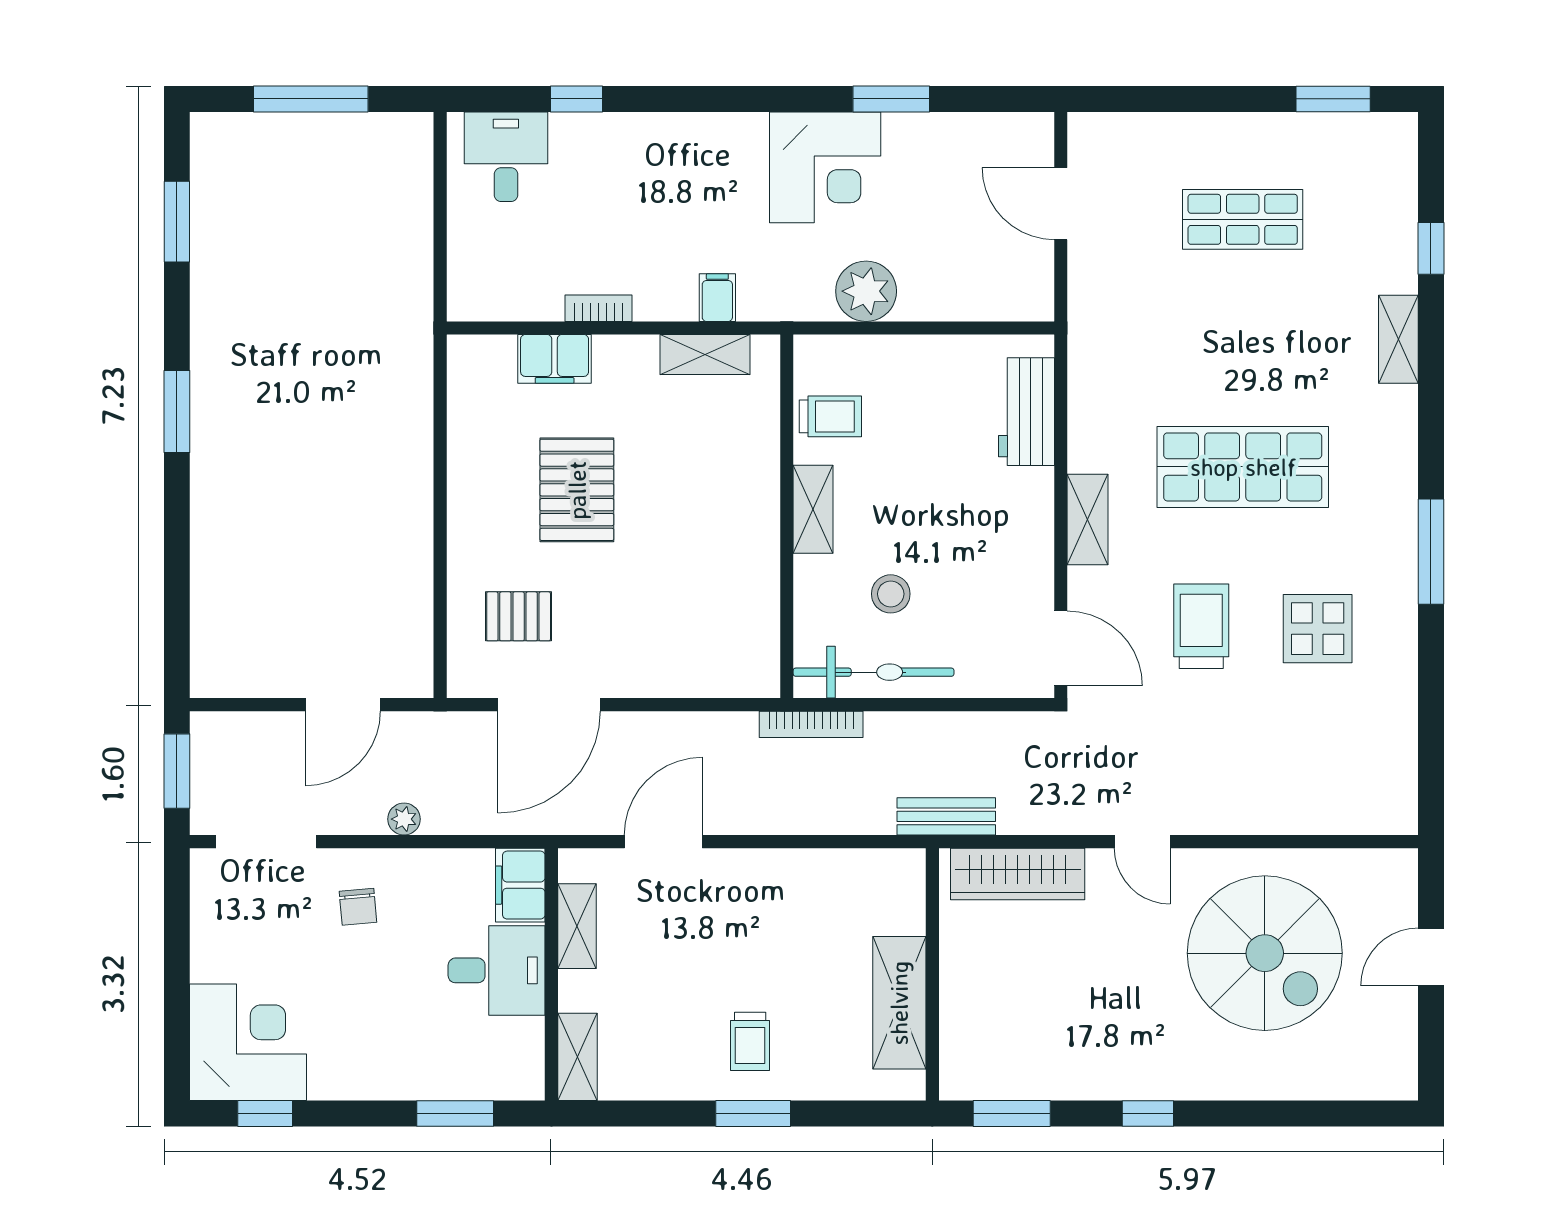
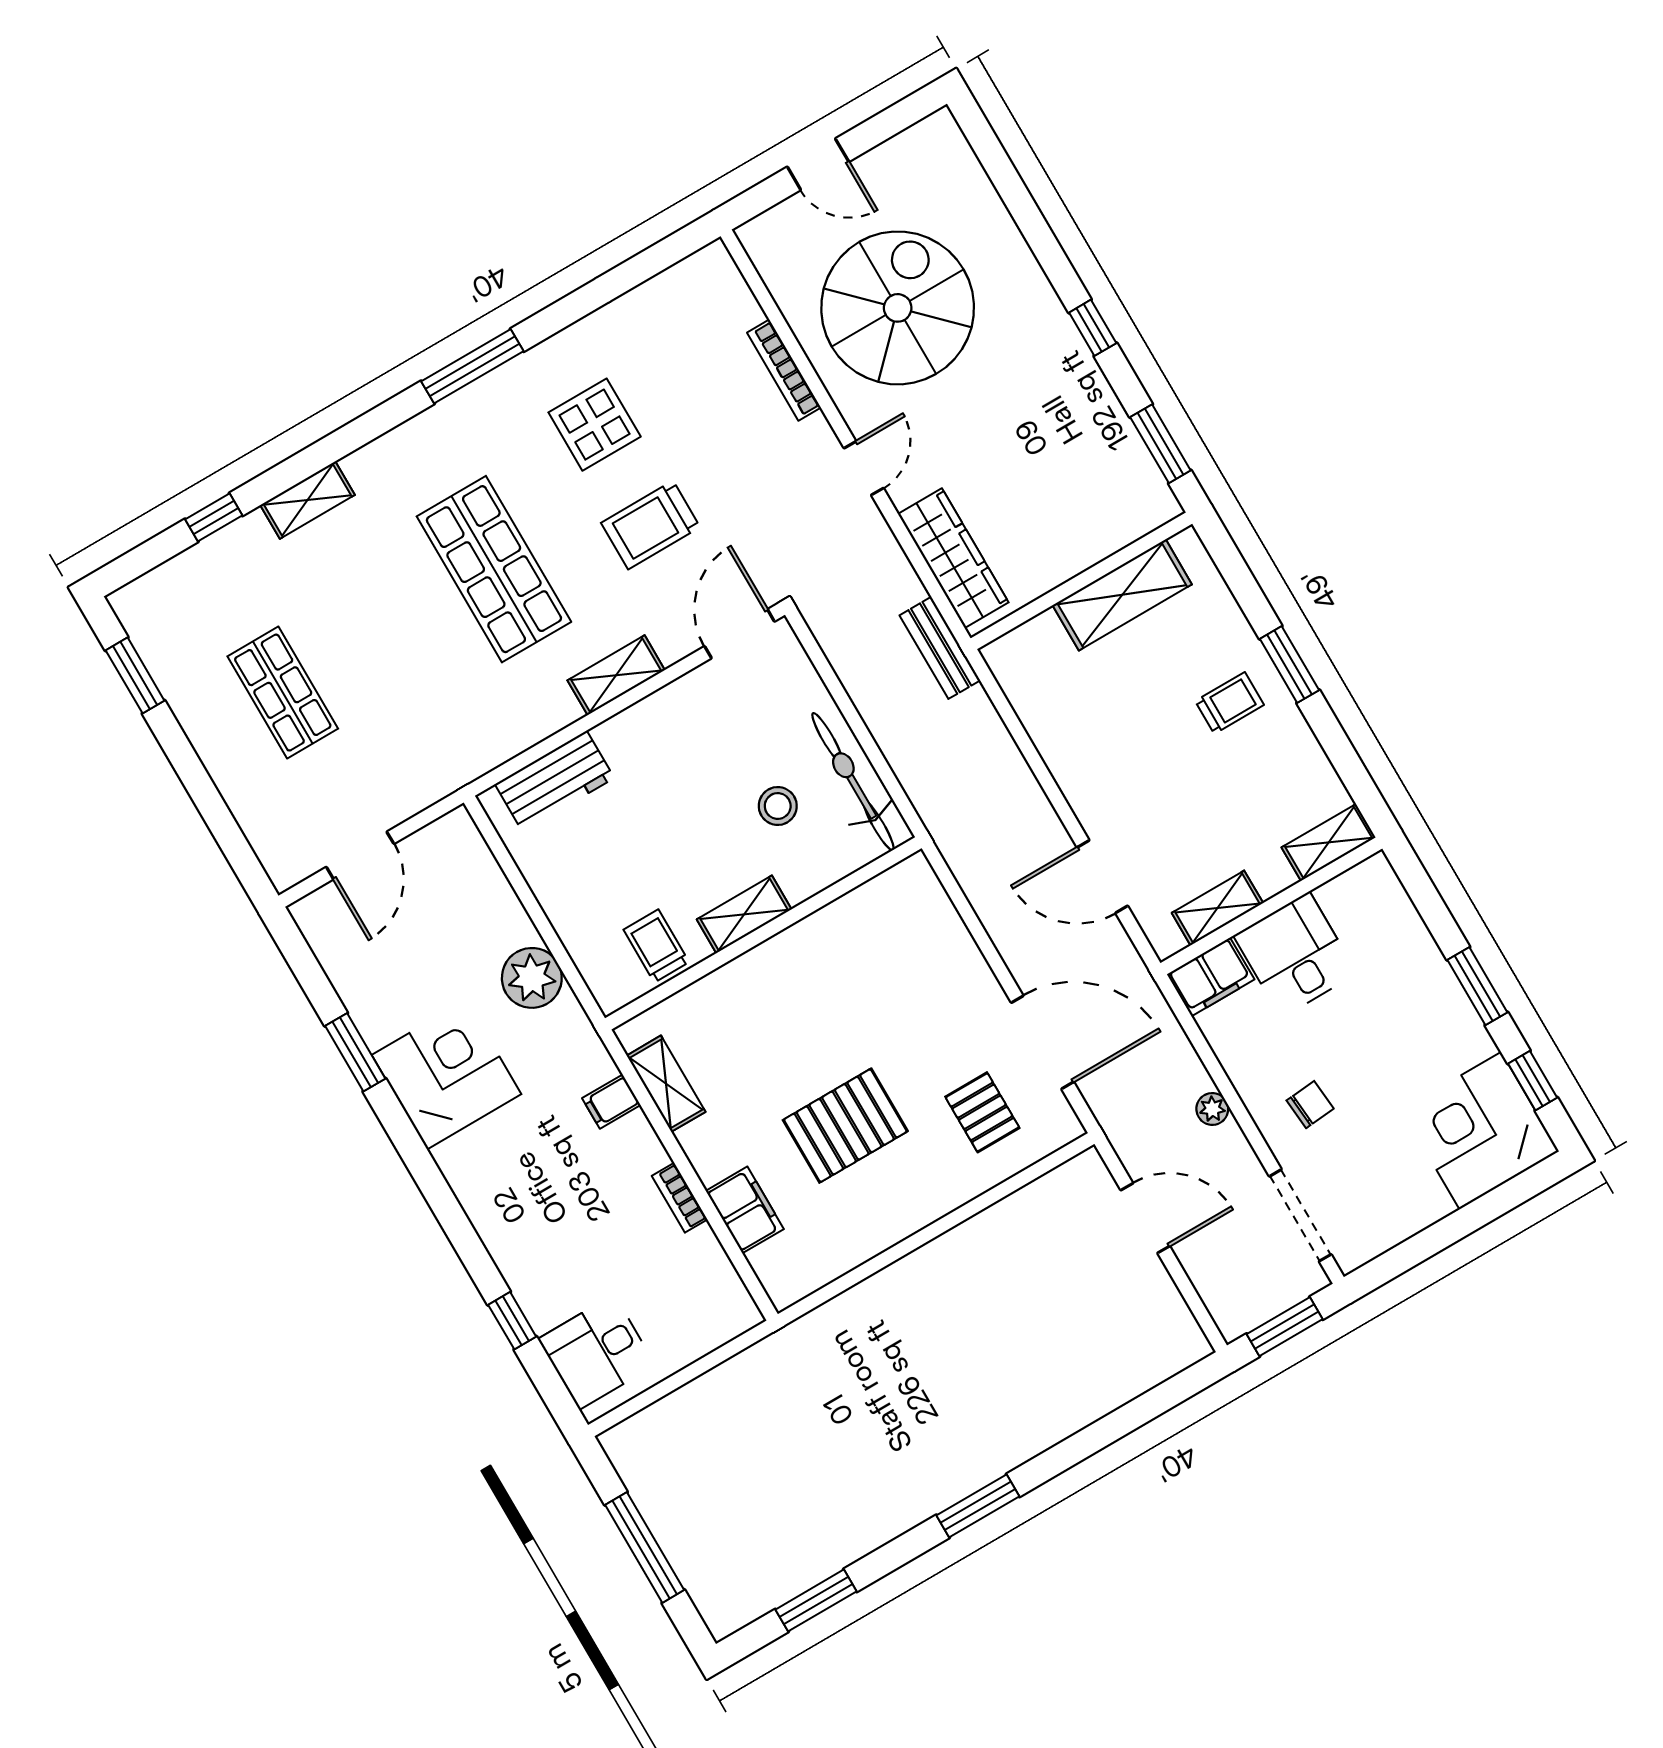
bookcase: (811, 724) -> (784, 370), moved, turned 180
window: (455, 1113) -> (1477, 986), moved

